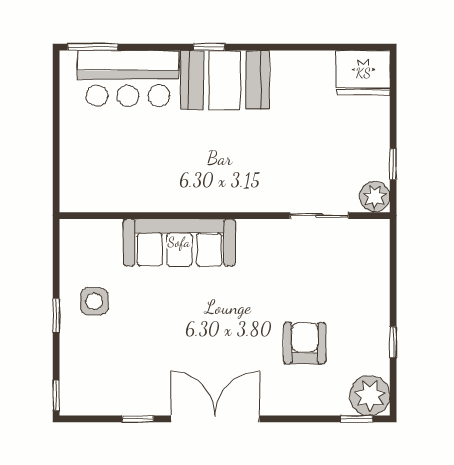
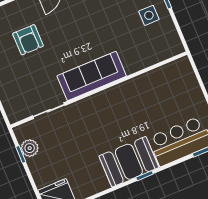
plant: (375, 197) -> (30, 148), moved
sofa: (179, 242) -> (92, 76), moved

